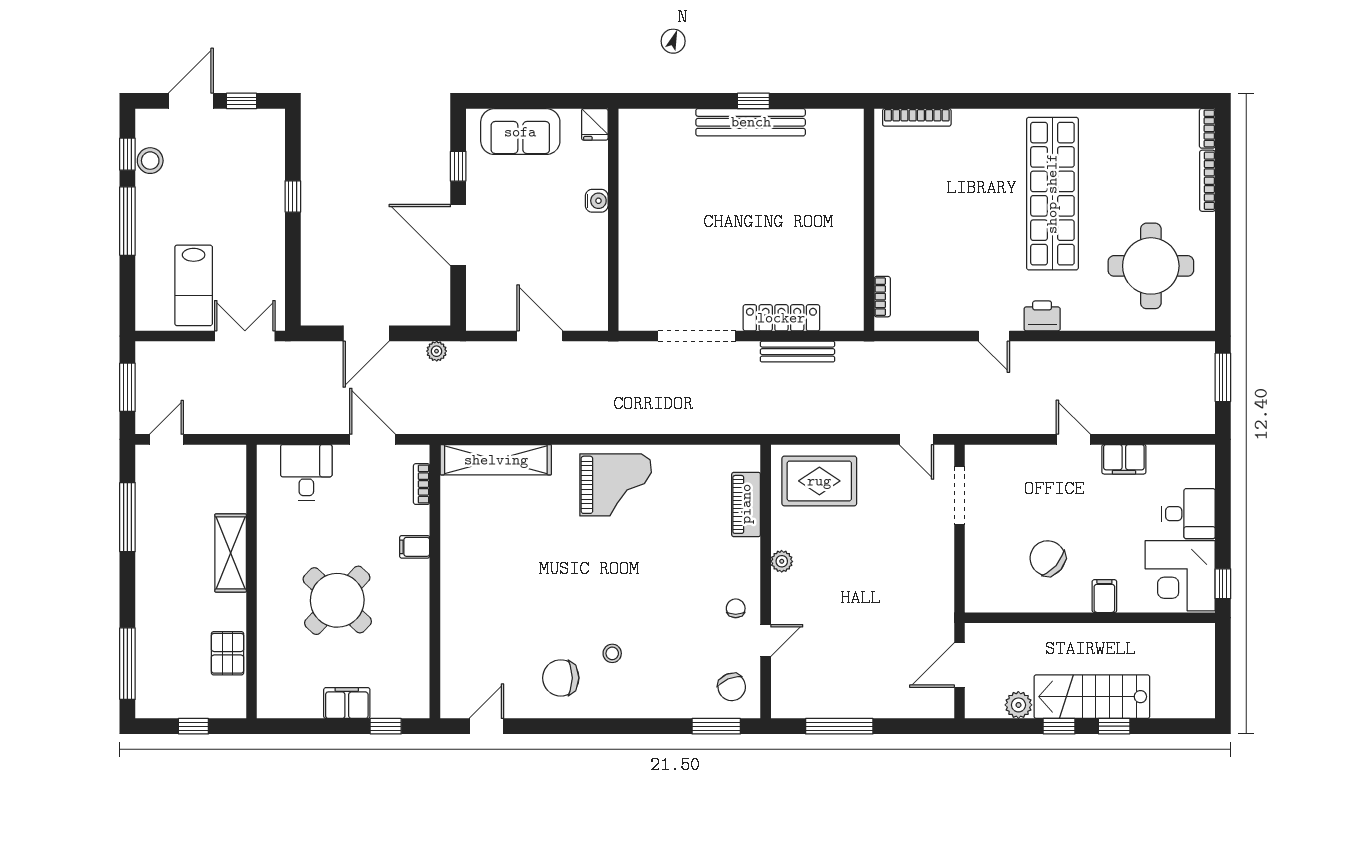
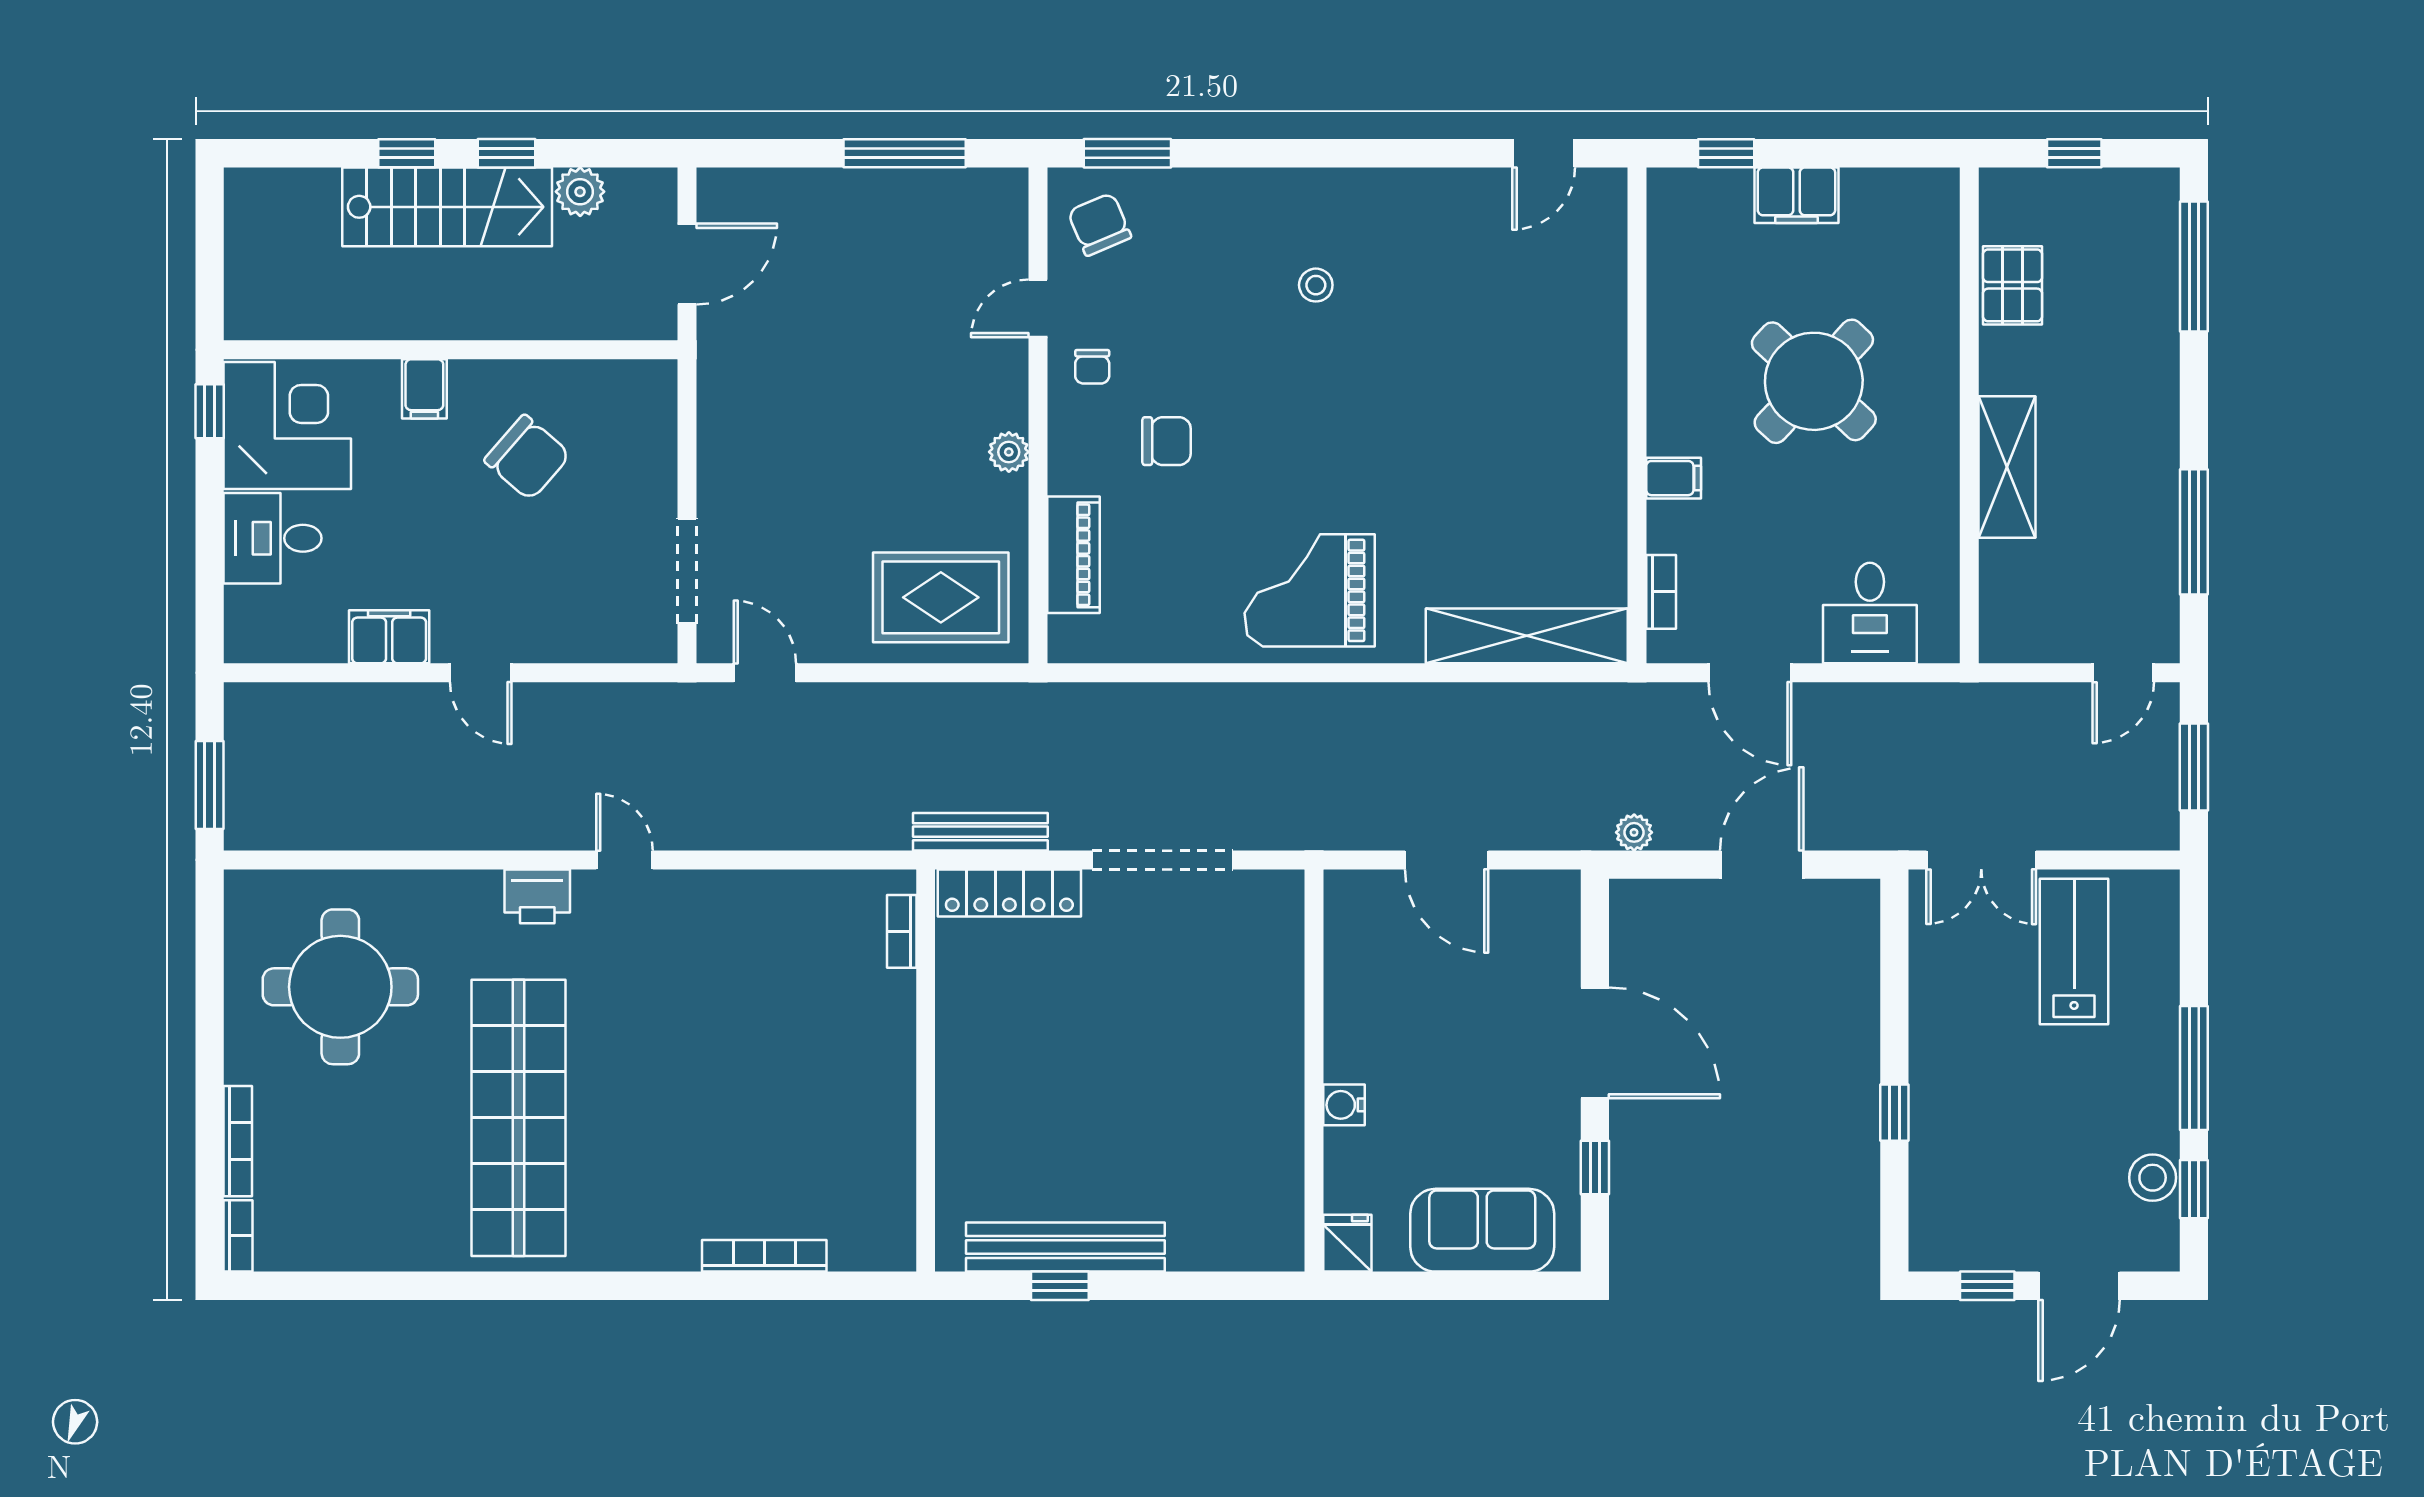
wall: (869, 220) -> (926, 1071), moved
bookcase: (882, 297) -> (902, 931), moved
chair: (561, 678) -> (1167, 441), moved, width x0.73, depth x0.73

